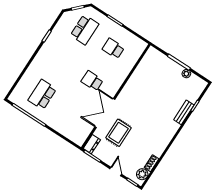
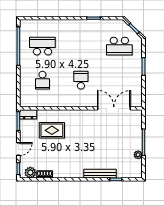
school desk: (113, 48) -> (42, 80), moved, turned 180
bench: (184, 112) -> (100, 174), width x1.36
double door: (105, 113) -> (114, 108), moved

